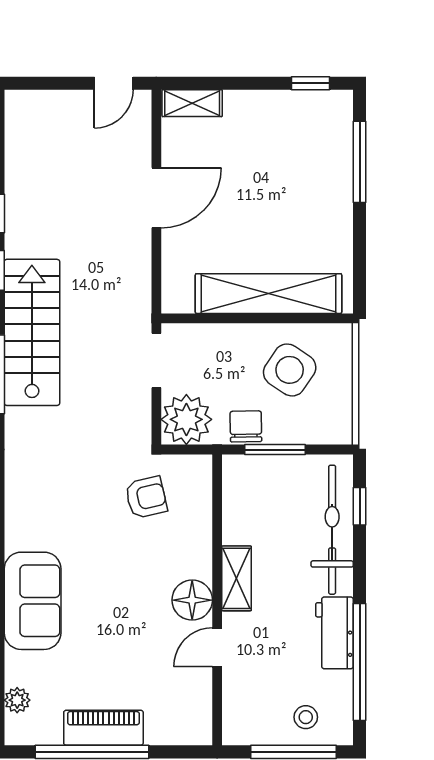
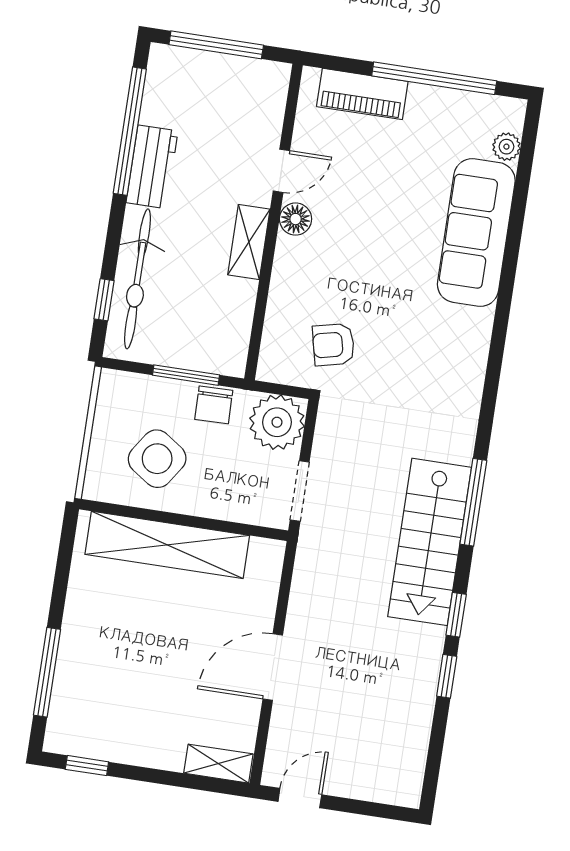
floor lamp: (192, 600) -> (296, 219), width x0.73, depth x0.73
sofa: (33, 601) -> (476, 232), width x1.36
stool: (306, 717) -> (197, 80), removed
piano: (103, 728) -> (362, 94), moved

